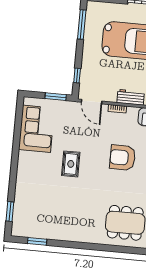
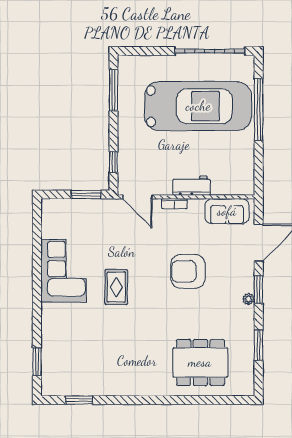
corner sofa: (36, 129) -> (64, 271), moved

